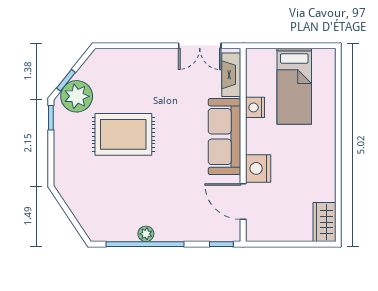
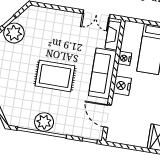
rug: (123, 134) -> (55, 76), moved
nightstand: (258, 168) -> (122, 86), moved
plant: (146, 234) -> (44, 122), width x1.87, depth x1.87

